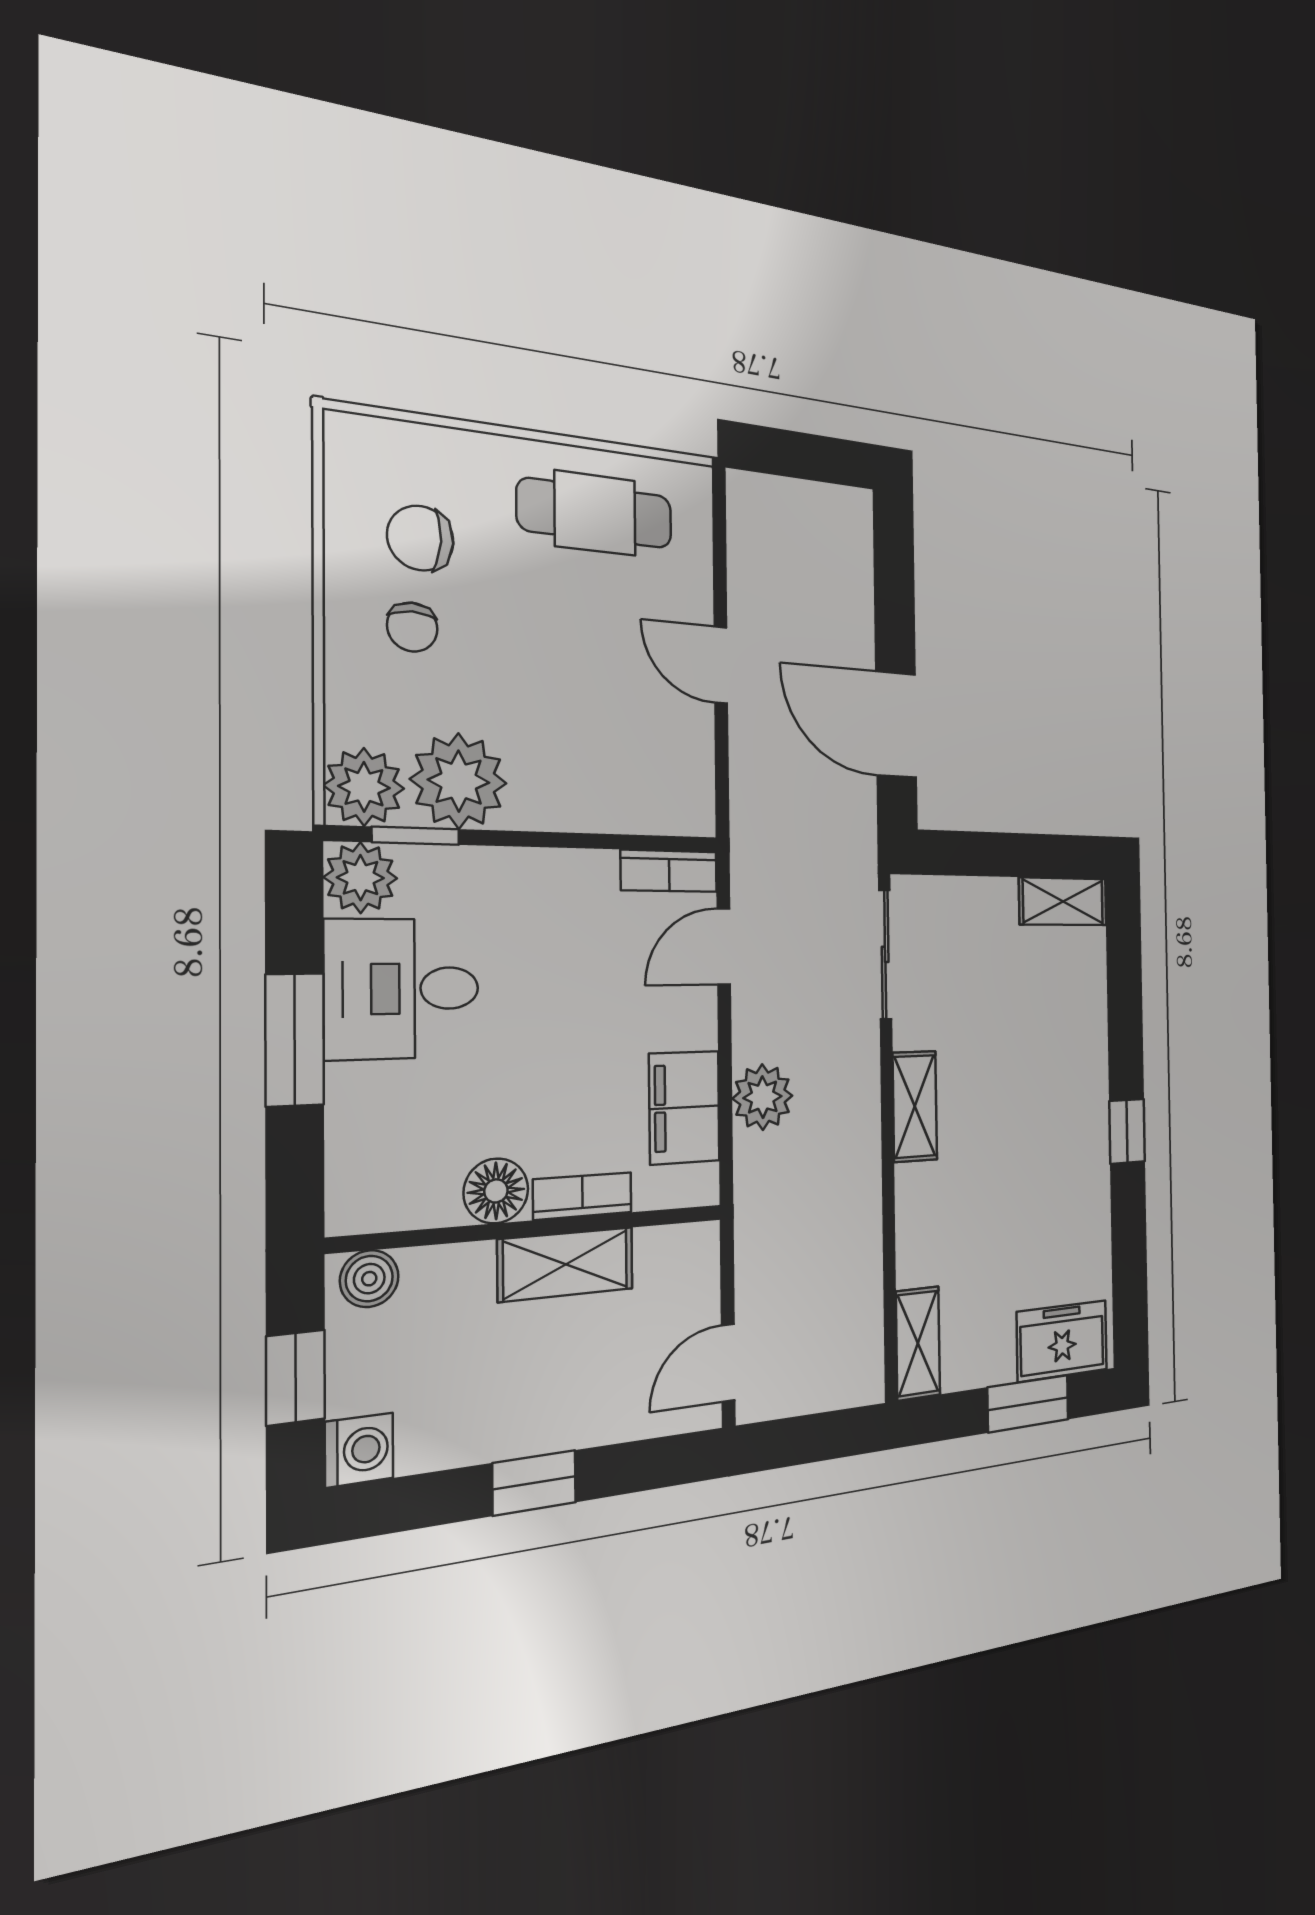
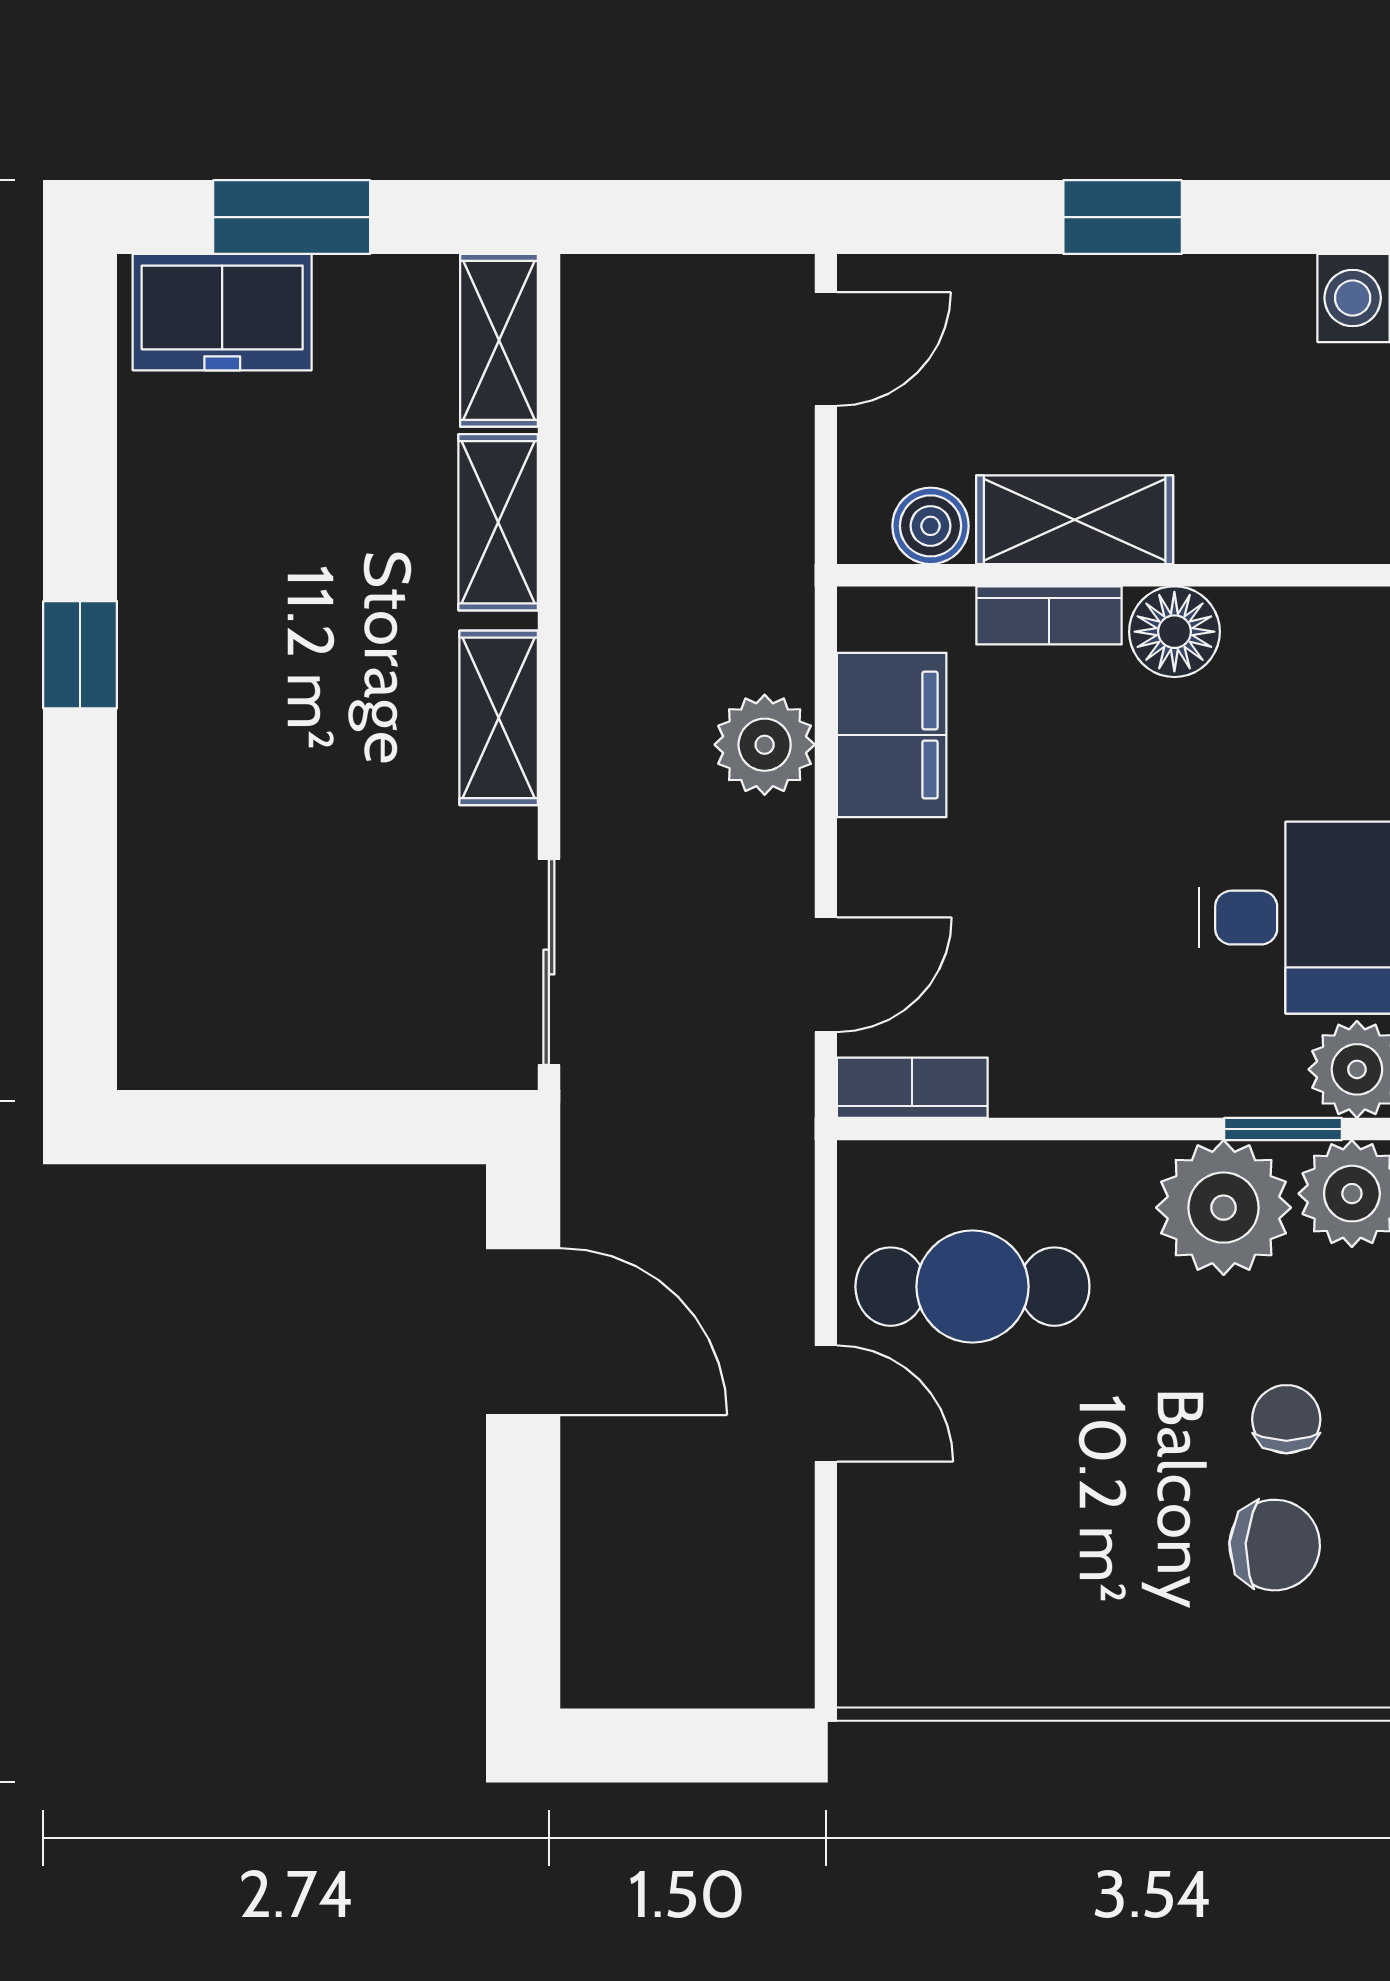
cafe table: (595, 513) -> (972, 1287), moved
shelving: (1063, 901) -> (498, 522), moved, turned 90
boiler: (369, 1279) -> (931, 526), moved

